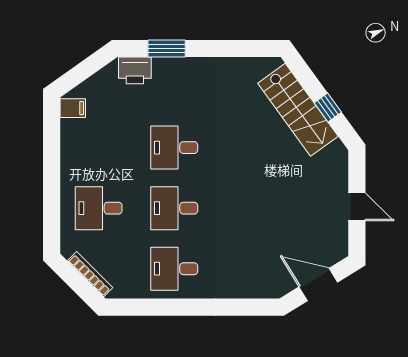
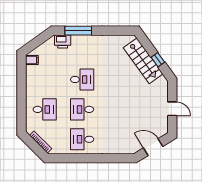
window: (167, 49) -> (78, 31), width x1.44
desk: (174, 148) -> (82, 80), turned 180
desk: (99, 208) -> (45, 109), turned 180

